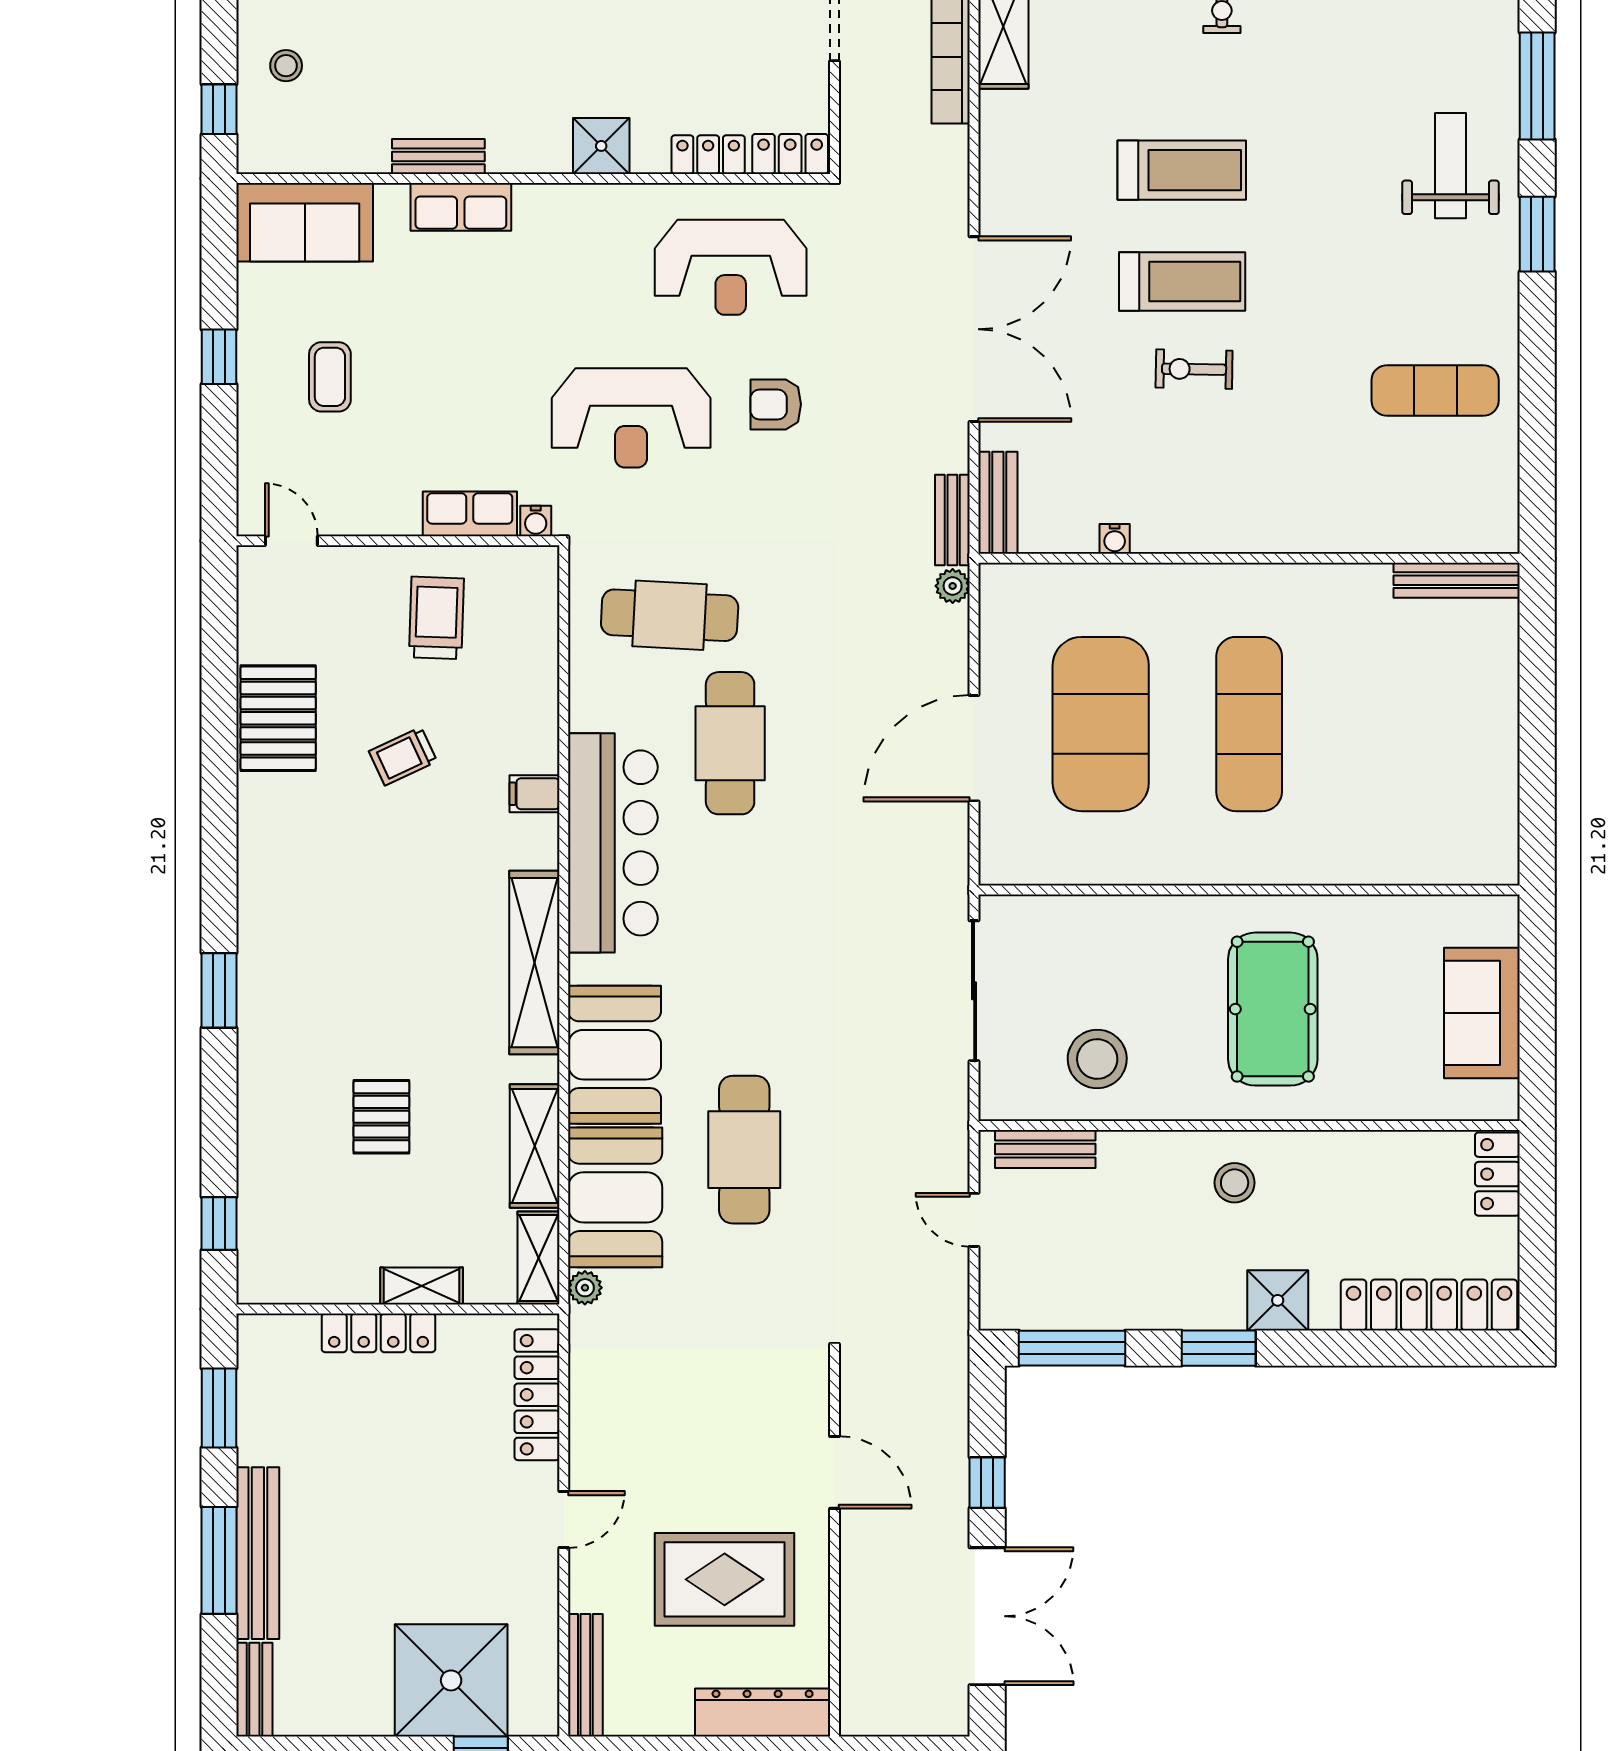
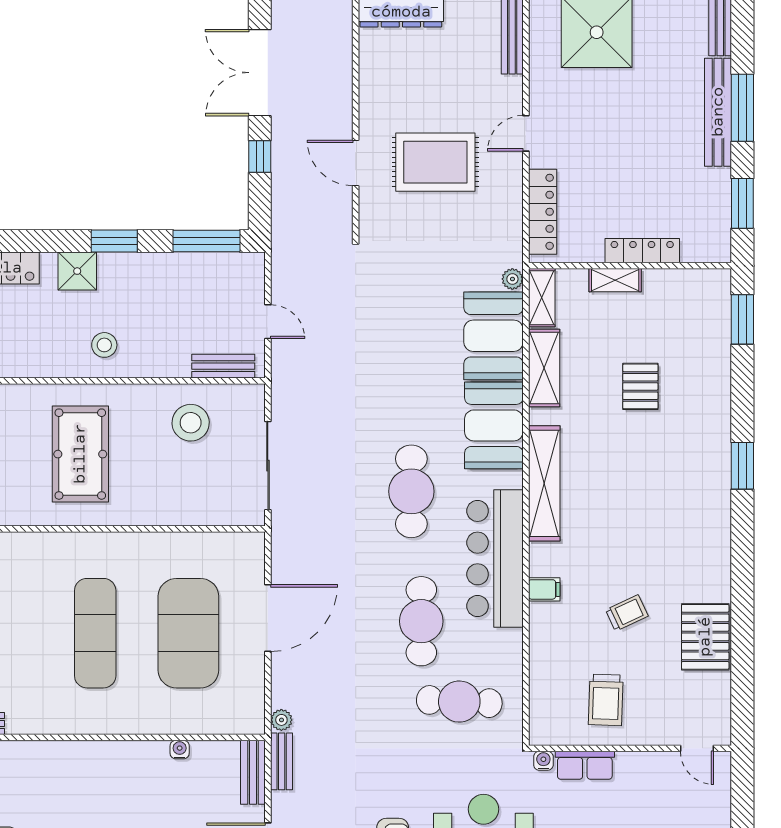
cafe table: (744, 1150) -> (411, 491), moved
window: (219, 1224) -> (742, 319), width x1.50
rug: (724, 1579) -> (435, 162), moved

